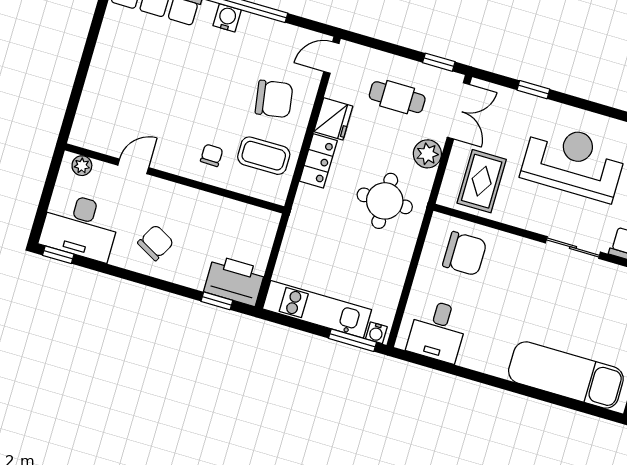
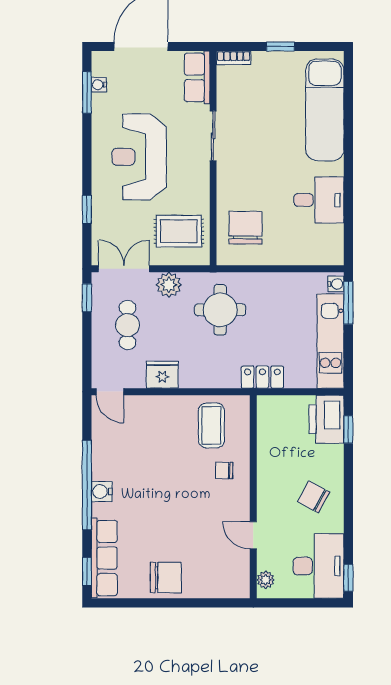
chair: (274, 99) -> (166, 577), moved, turned 99
locker: (318, 161) -> (262, 377), moved
desk: (438, 331) -> (319, 200), moved

